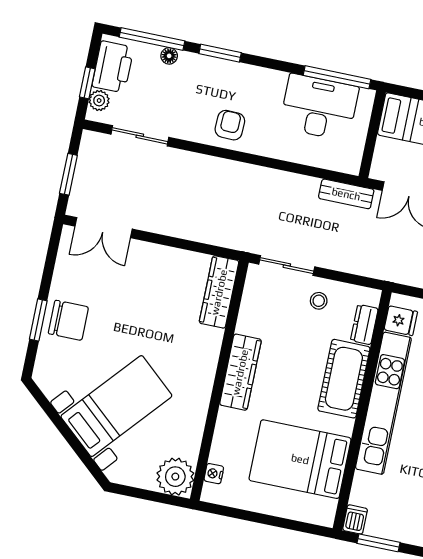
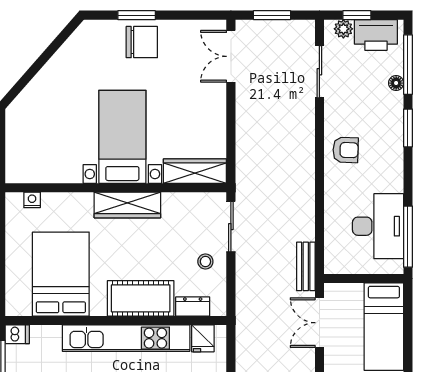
chair: (68, 320) -> (142, 42), turned -90
bed with nightstands: (116, 406) -> (122, 137), moved, turned -131
plant: (175, 477) -> (22, 166), removed

